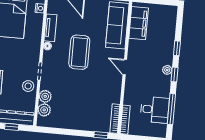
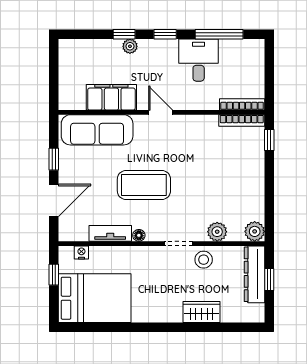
filing cabinet: (139, 23) -> (111, 97), moved
door: (125, 67) -> (161, 112), swing flipped
plant: (167, 70) -> (130, 46), moved
plant: (44, 110) -> (255, 231), moved
desk: (155, 110) -> (199, 60), moved

